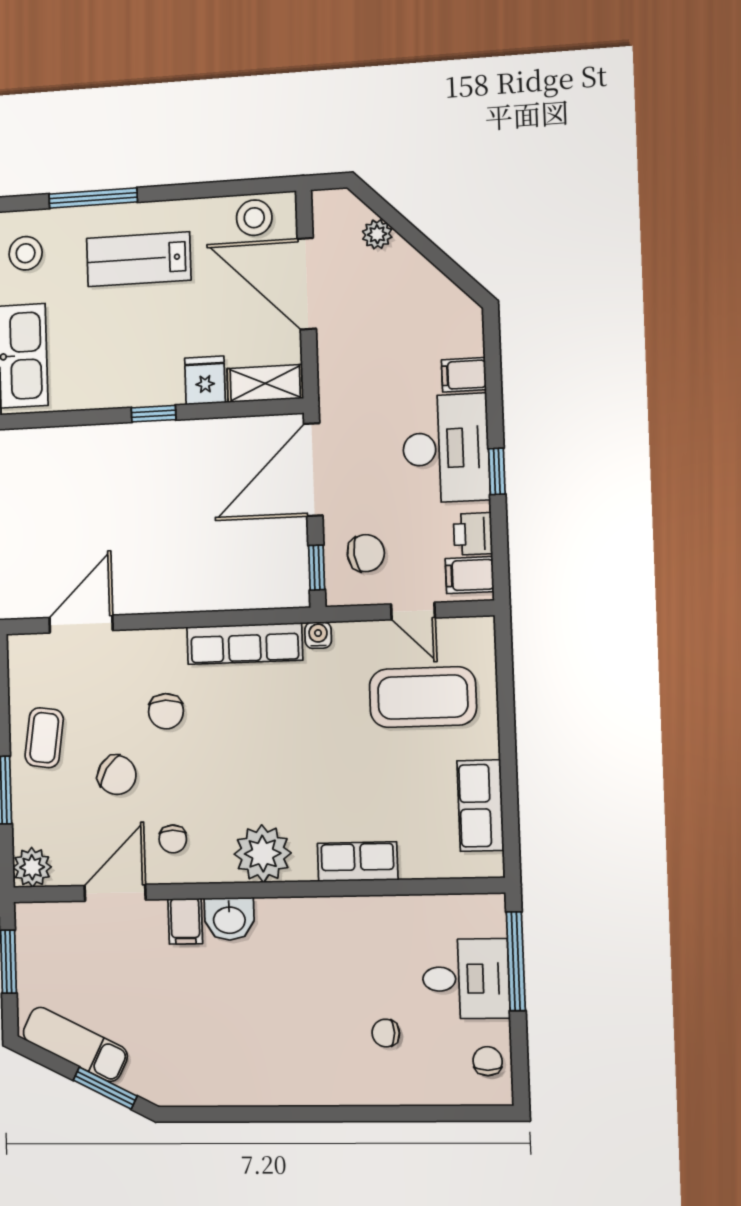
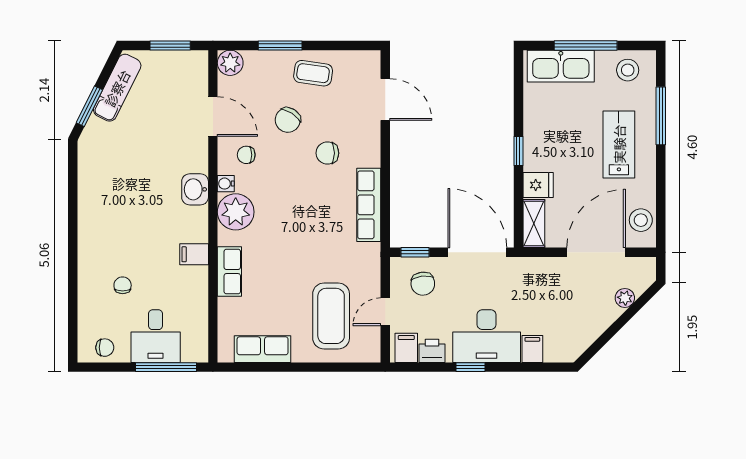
water cooler: (318, 635) -> (226, 184), moved, turned 180
filing cabinet: (185, 921) -> (194, 254), moved

